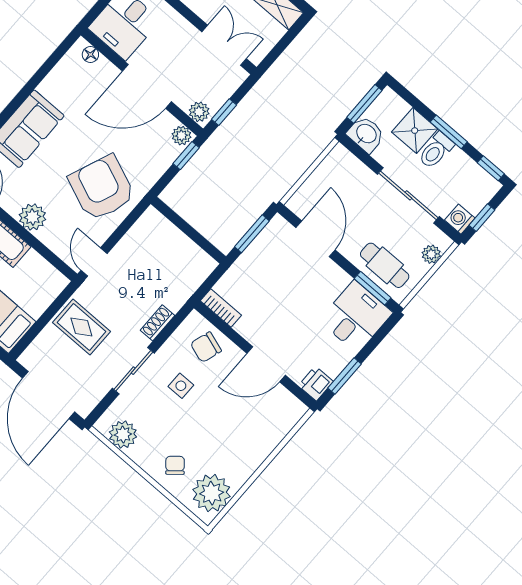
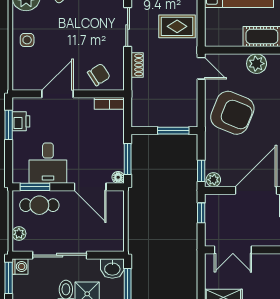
plant: (199, 112) -> (215, 201), removed
window: (482, 218) -> (9, 278), width x1.50
window: (179, 222) -> (173, 131), added
floor lamp: (278, 223) -> (118, 177), added
desk: (356, 317) -> (48, 163), moved
chair: (206, 347) -> (99, 75), turned 39
printer: (316, 384) -> (21, 121), moved
side table: (181, 386) -> (27, 40), moved

